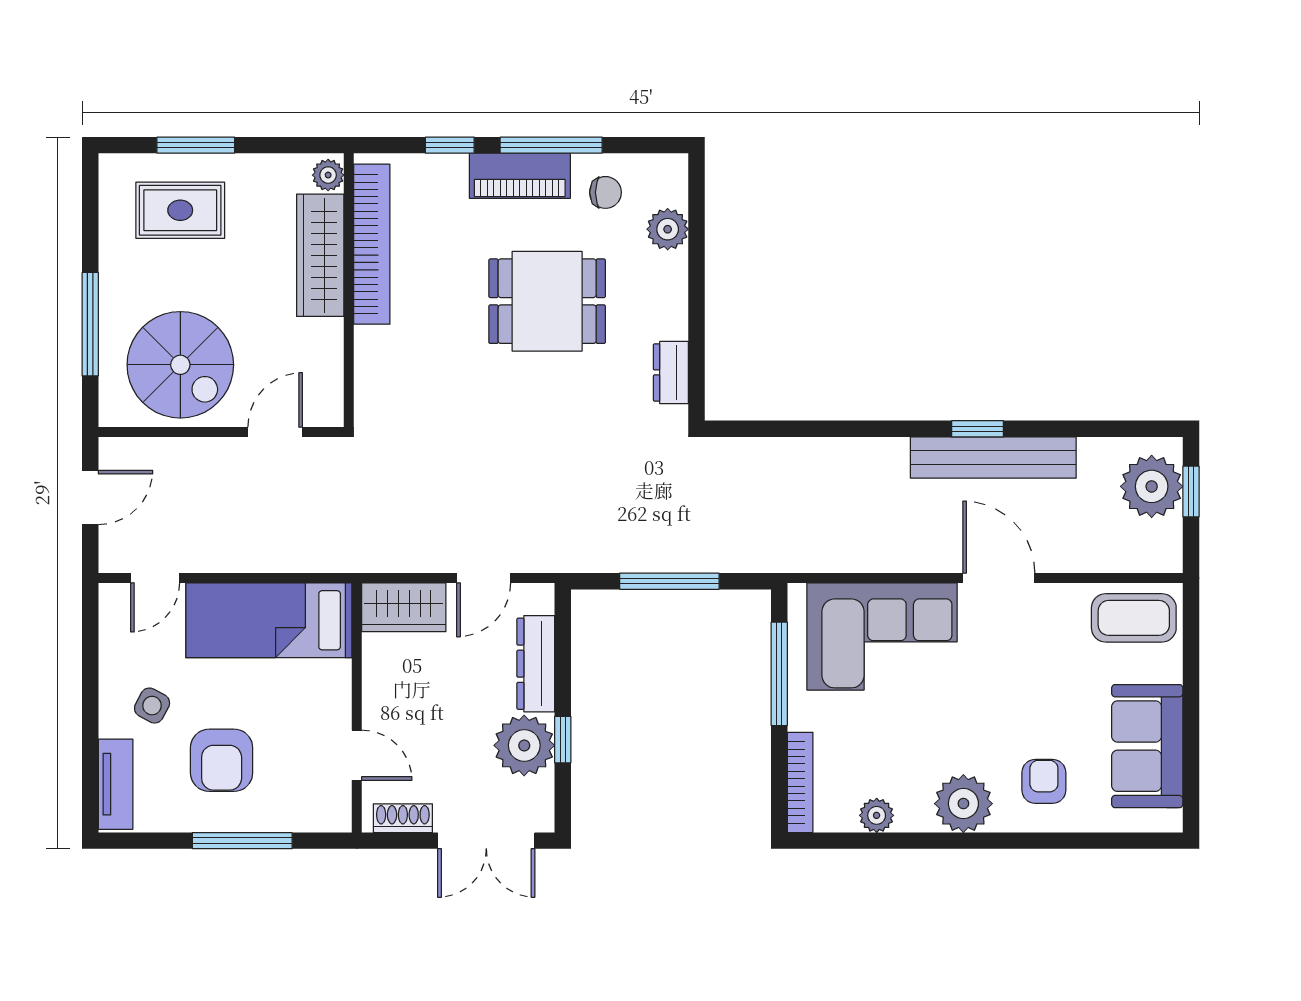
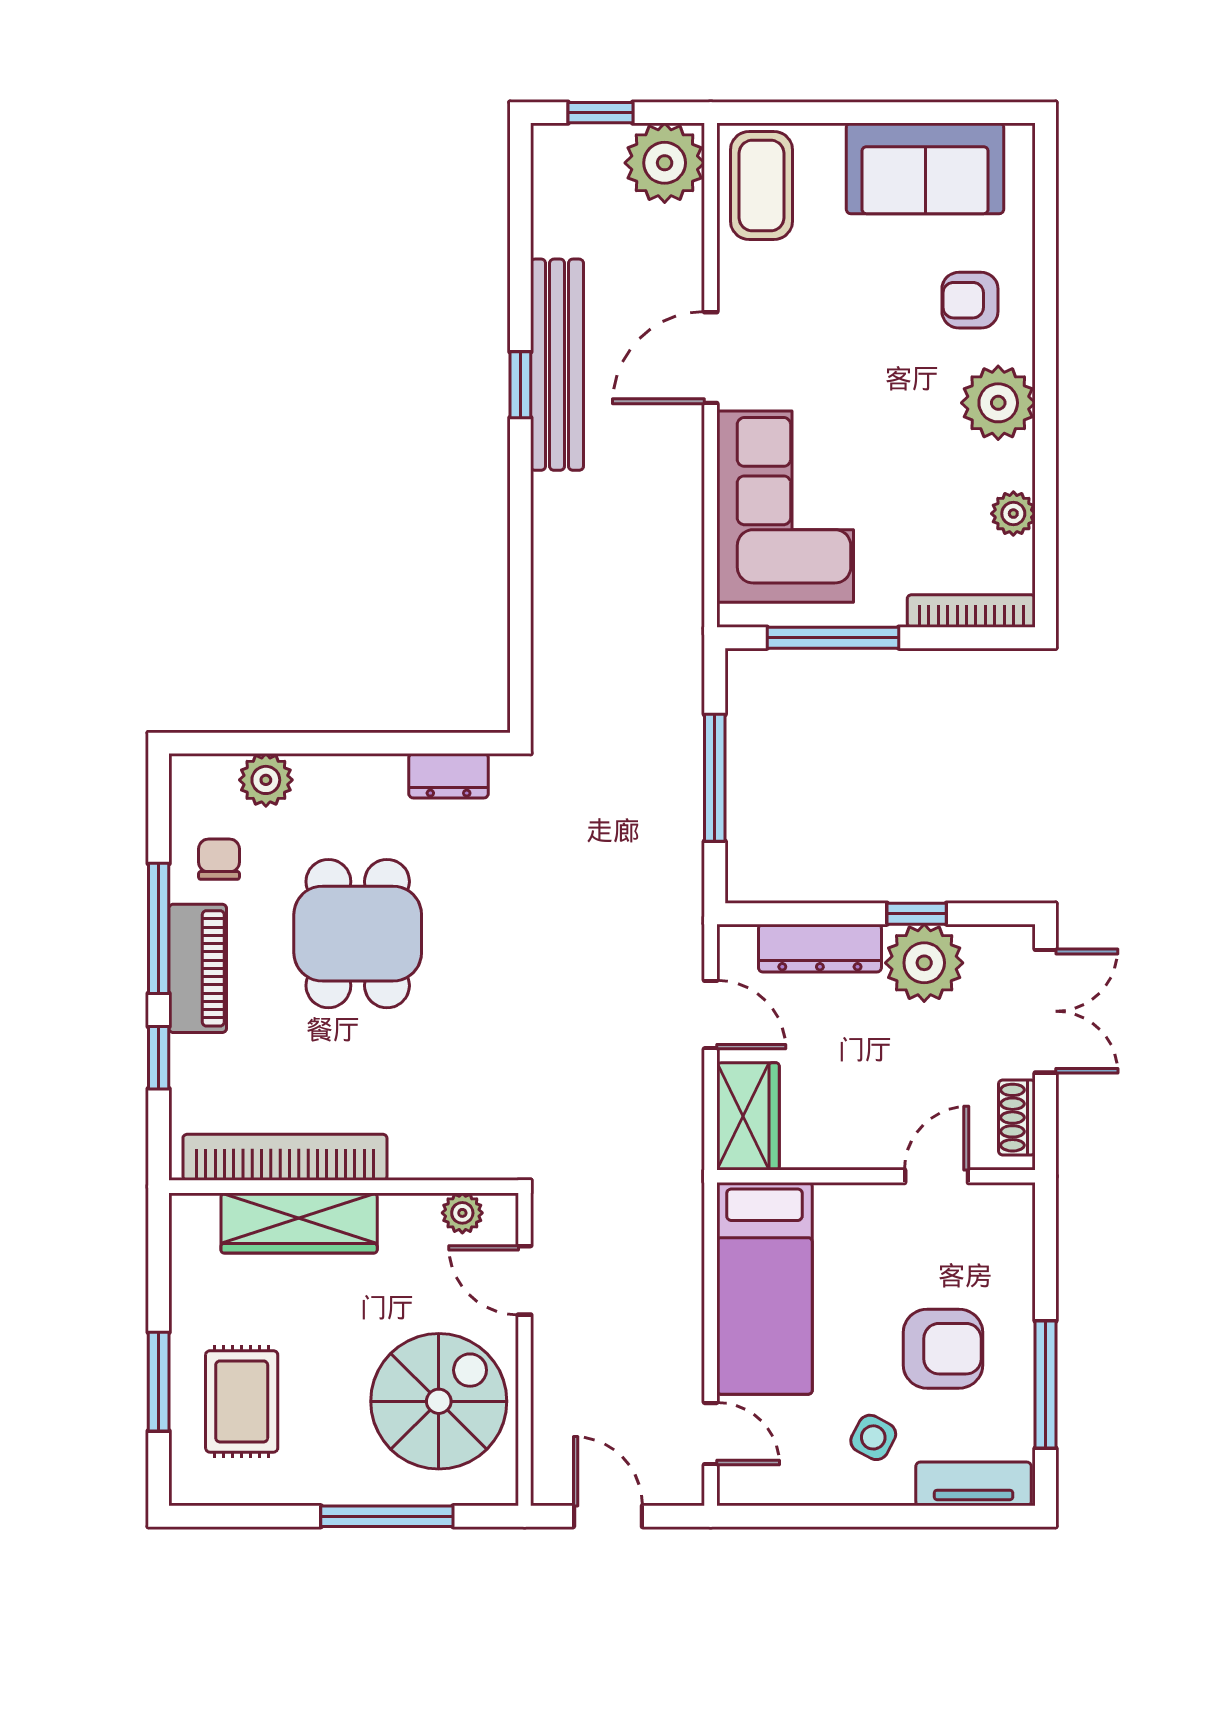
plant: (328, 175) -> (462, 1213), moved
plant: (1152, 486) -> (665, 163), moved
window: (242, 841) -> (1045, 1385), moved

